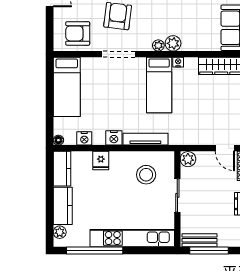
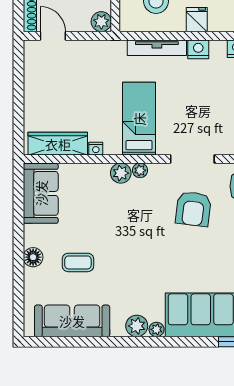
nightstand: (178, 62) -> (96, 149), moved
fridge: (101, 161) -> (197, 20), moved

